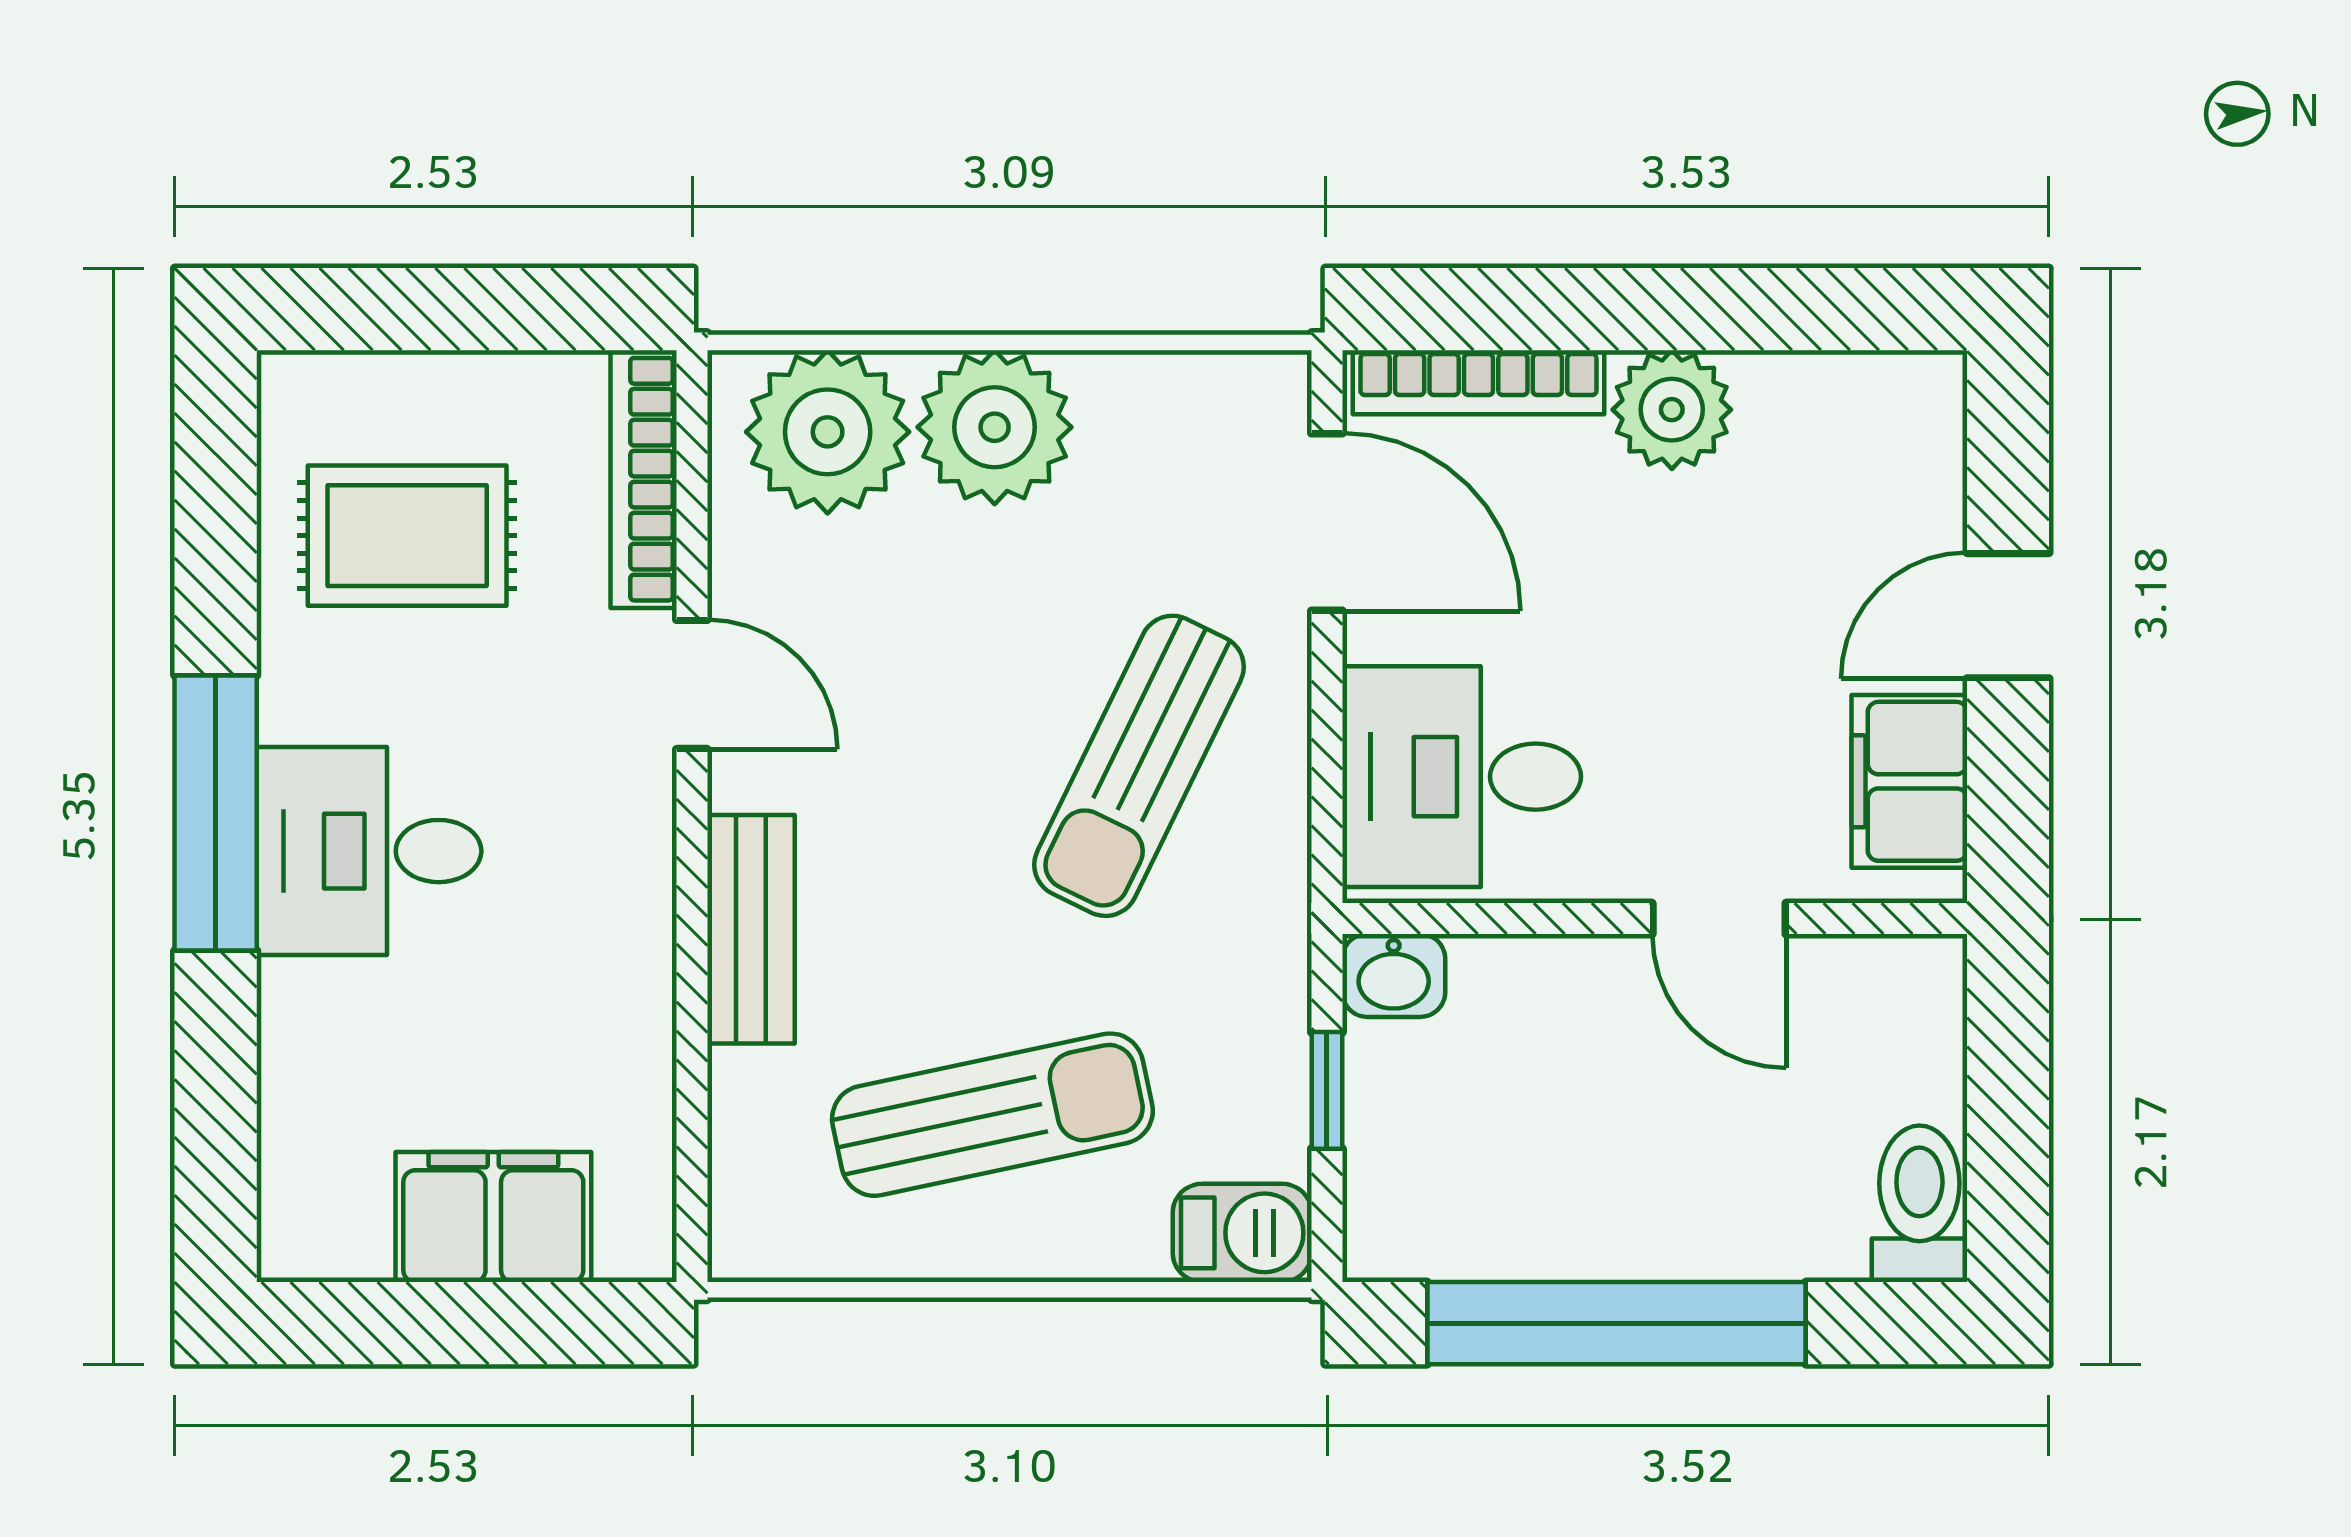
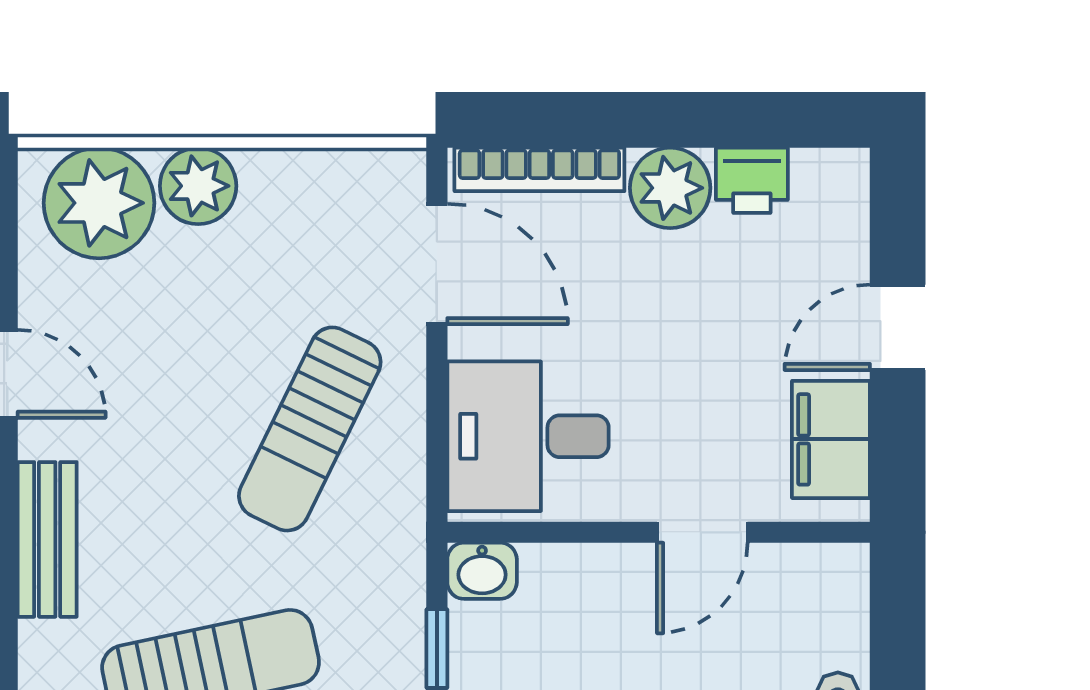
printer: (1792, 398) -> (752, 180), added
plant: (995, 427) -> (198, 186), width x0.73, depth x0.73
door: (1719, 919) -> (702, 532), hinge flipped

